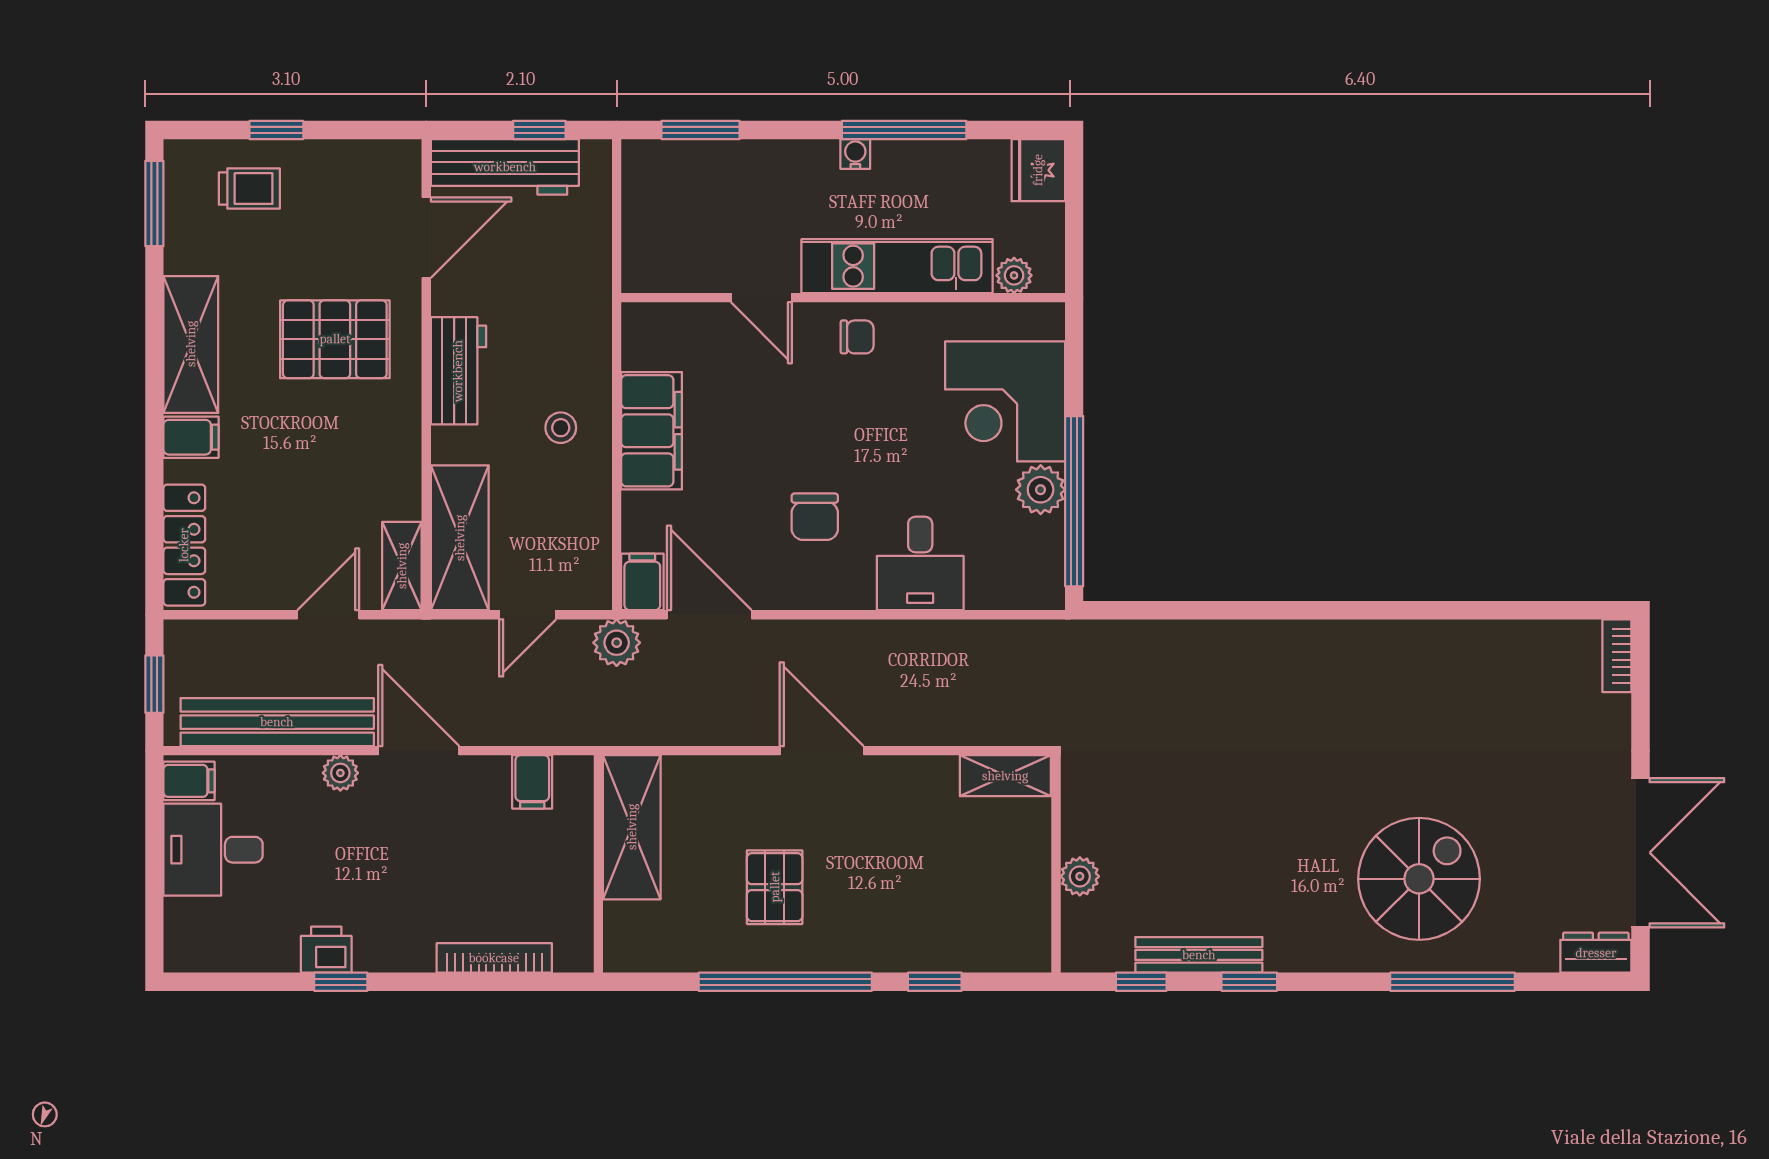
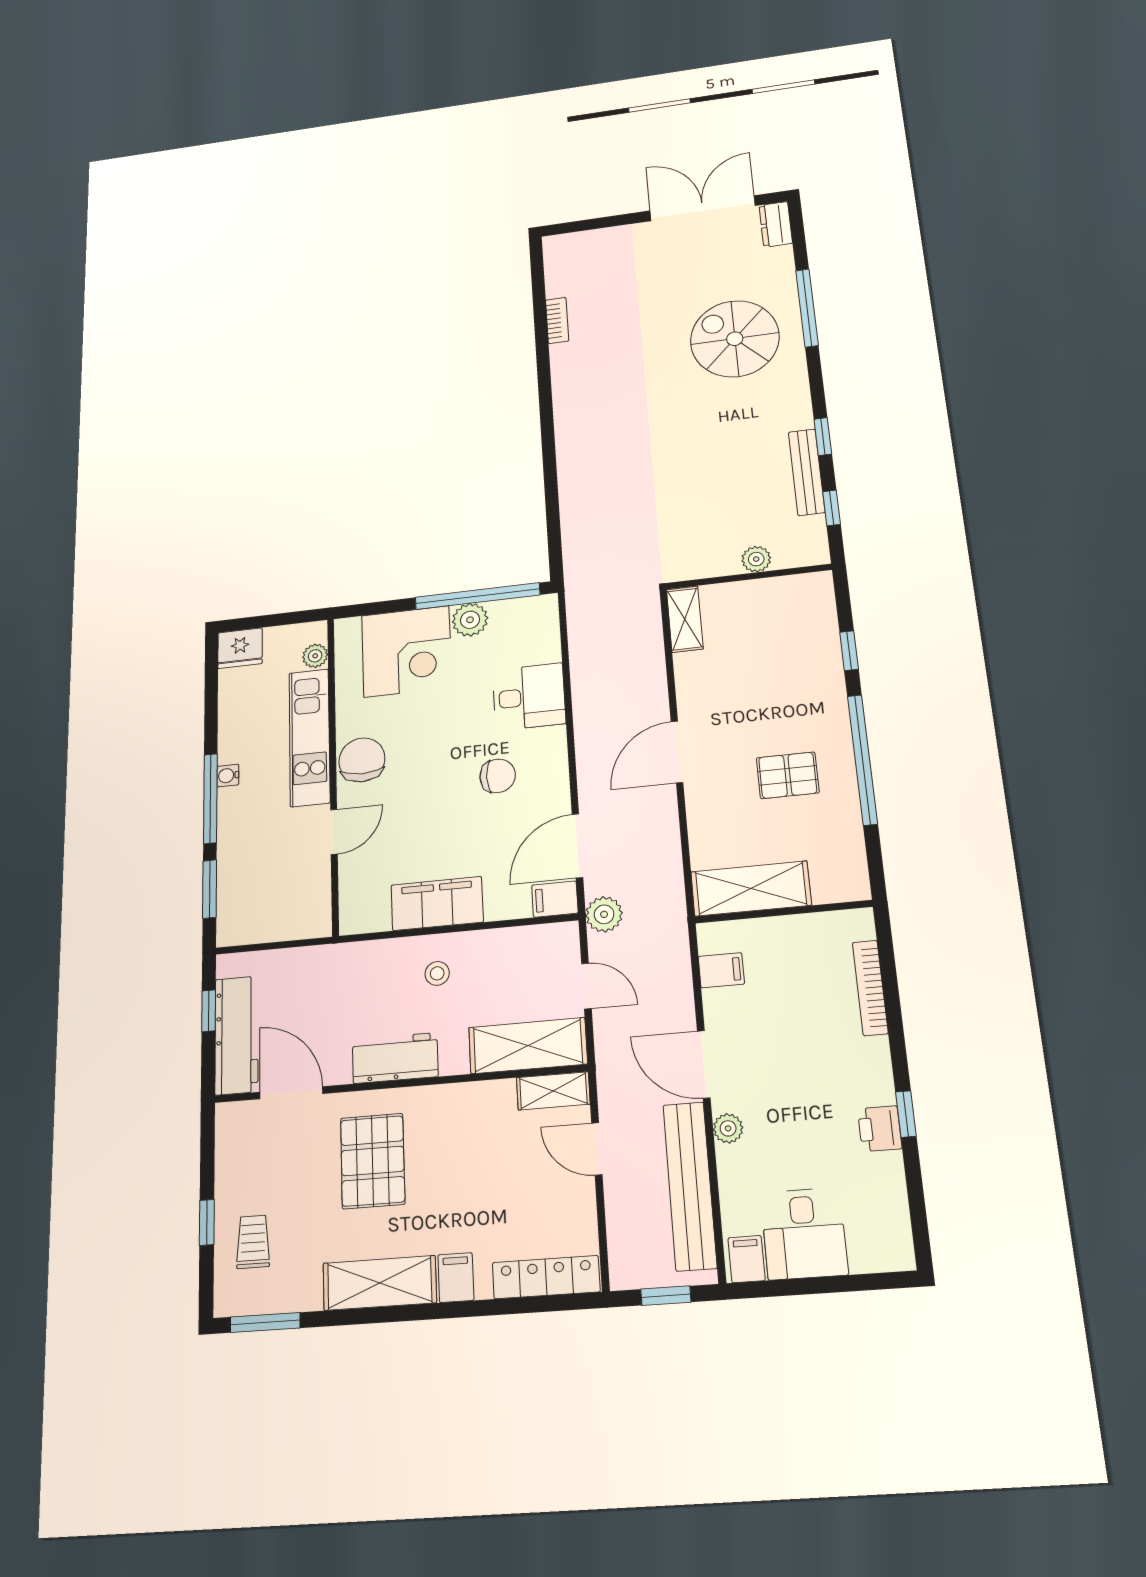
window: (904, 130) -> (210, 798), moved
chair: (857, 337) -> (362, 760), width x1.87, depth x1.87
bookcase: (1617, 656) -> (557, 320), moved, turned -90
door: (419, 751) -> (704, 1064), hinge flipped

